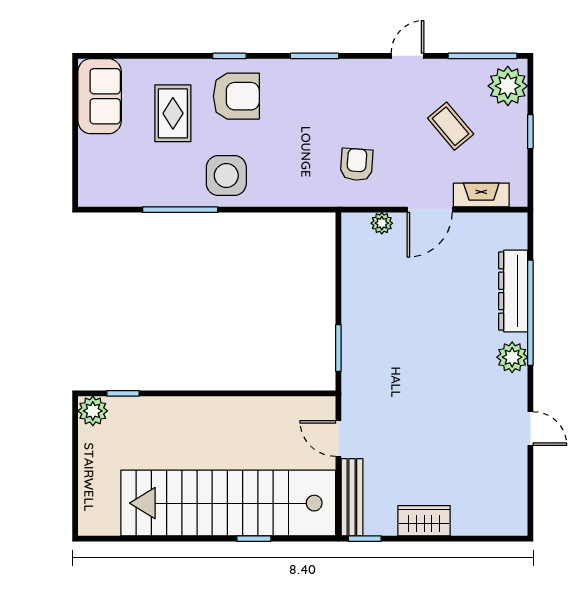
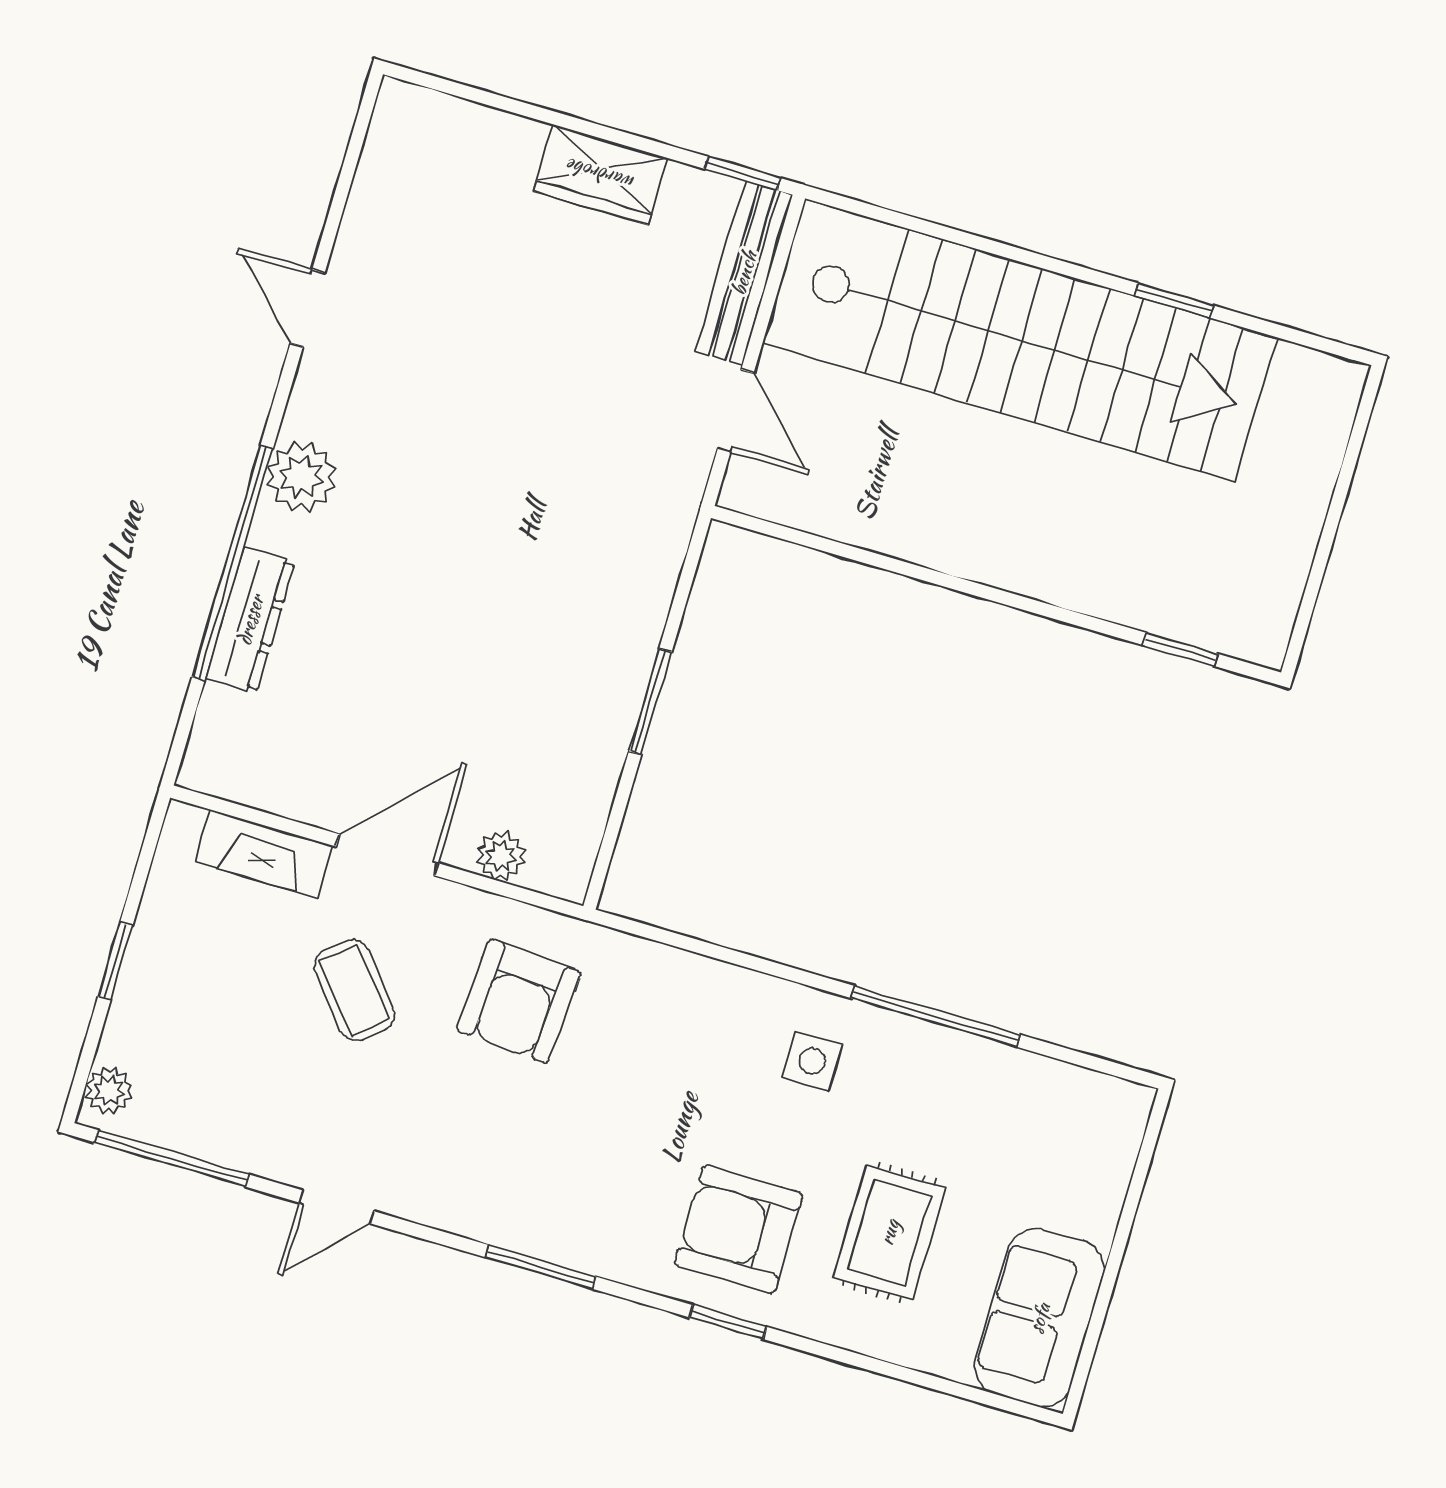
plant: (508, 86) -> (109, 1090), width x0.53, depth x0.53
coffee table: (451, 126) -> (355, 990), moved
armchair: (357, 165) -> (519, 1001), width x1.38, depth x1.38
side table: (226, 176) -> (812, 1061), width x0.54, depth x0.54
dresser: (513, 291) -> (250, 620), width x0.73, depth x0.80
window: (338, 348) -> (650, 702), moved
plant: (93, 411) -> (1258, 630), removed
window: (254, 539) -> (1174, 300), moved

